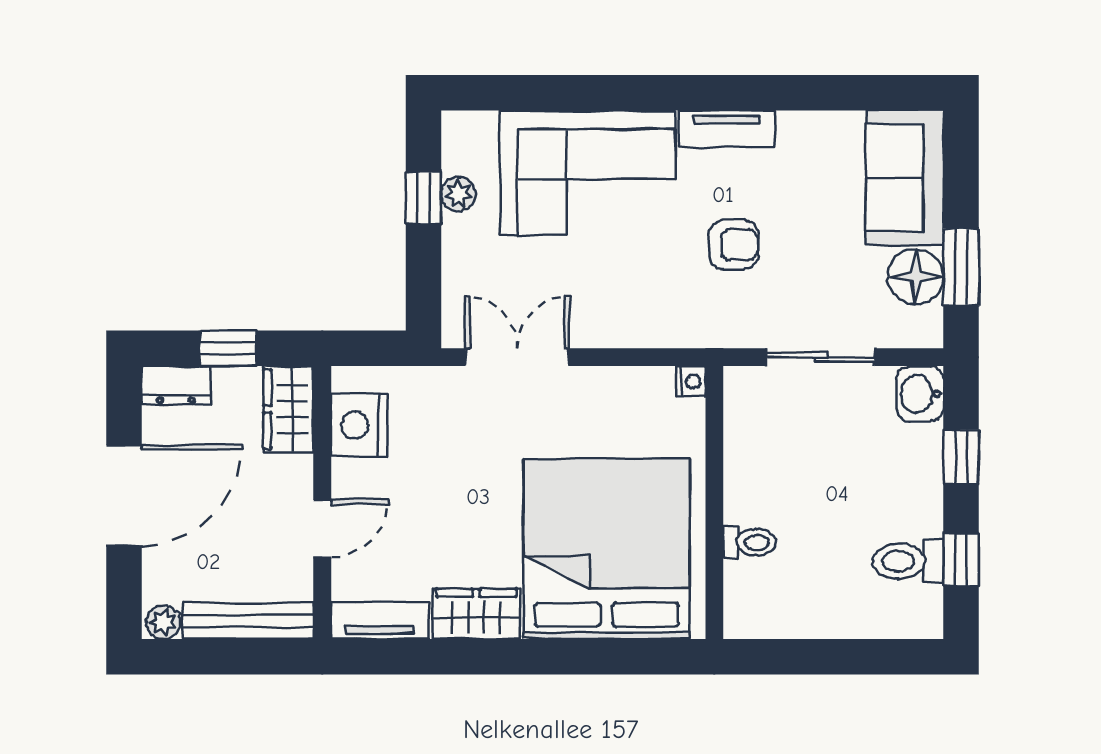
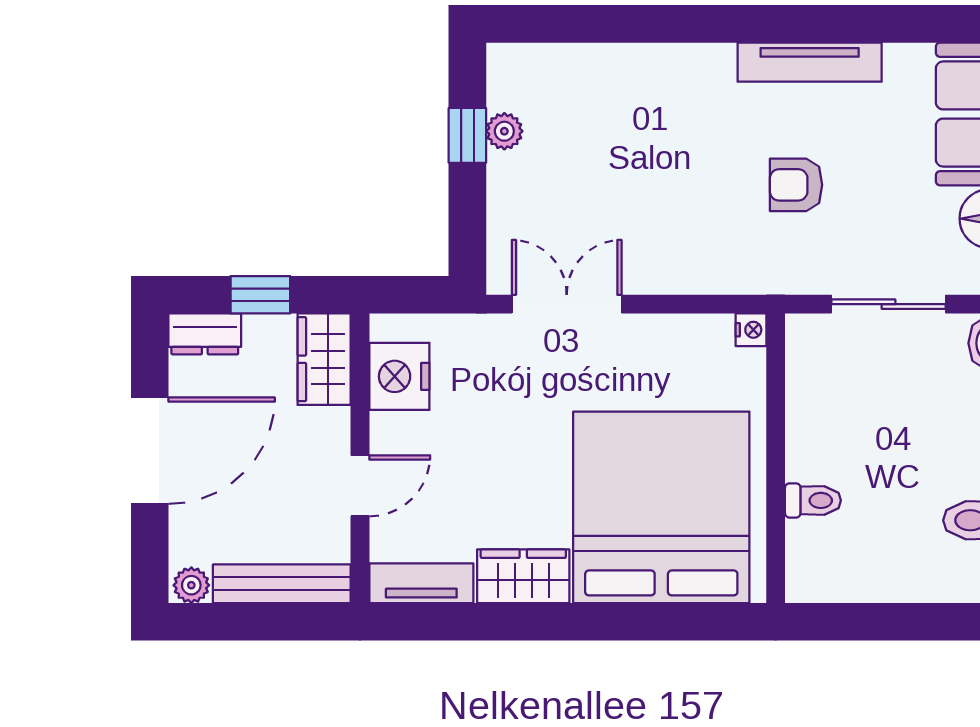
tv unit: (727, 129) -> (810, 62), width x1.41
corner sofa: (588, 173) -> (641, 109), removed
armchair: (734, 245) -> (796, 185), turned 180

